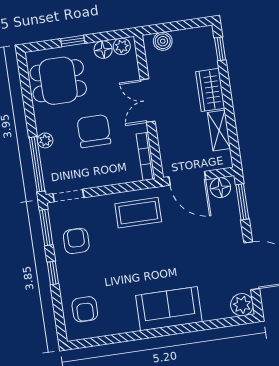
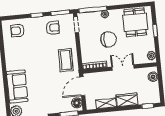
floor lamp: (103, 50) -> (150, 46), removed
sofa: (169, 309) -> (17, 86), moved

